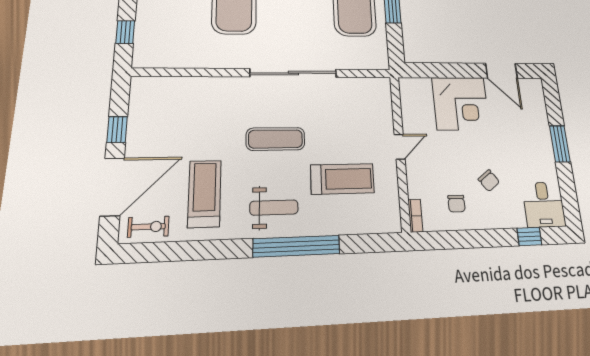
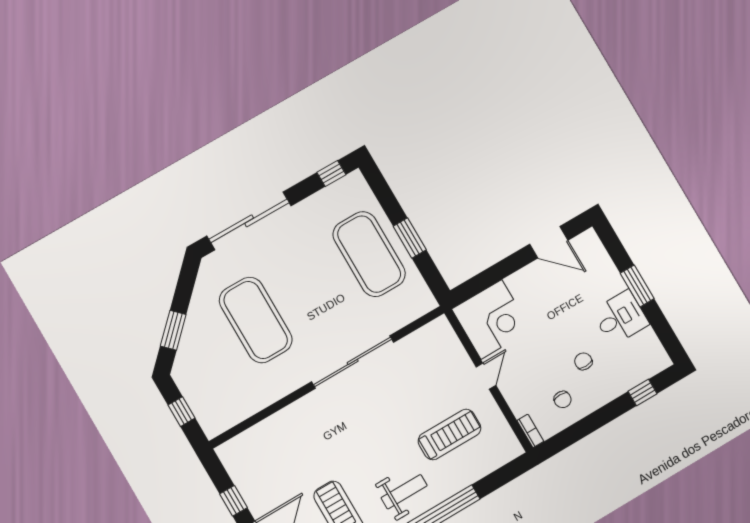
corner desk: (461, 104) -> (491, 319), moved
exercise mat: (275, 139) -> (372, 432), removed
chair: (489, 181) -> (583, 361), turned -143
desk: (544, 205) -> (620, 318), moved, turned -90

